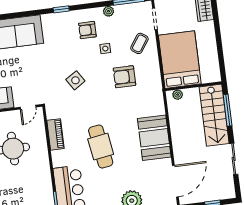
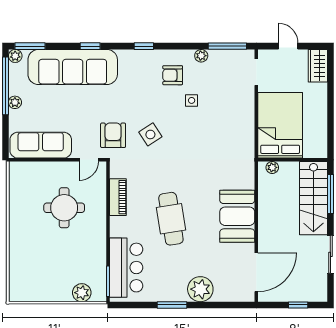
window: (18, 15) -> (90, 46), added
coffee table: (139, 43) -> (234, 99), removed
armchair: (124, 77) -> (113, 135), moved, turned 90

